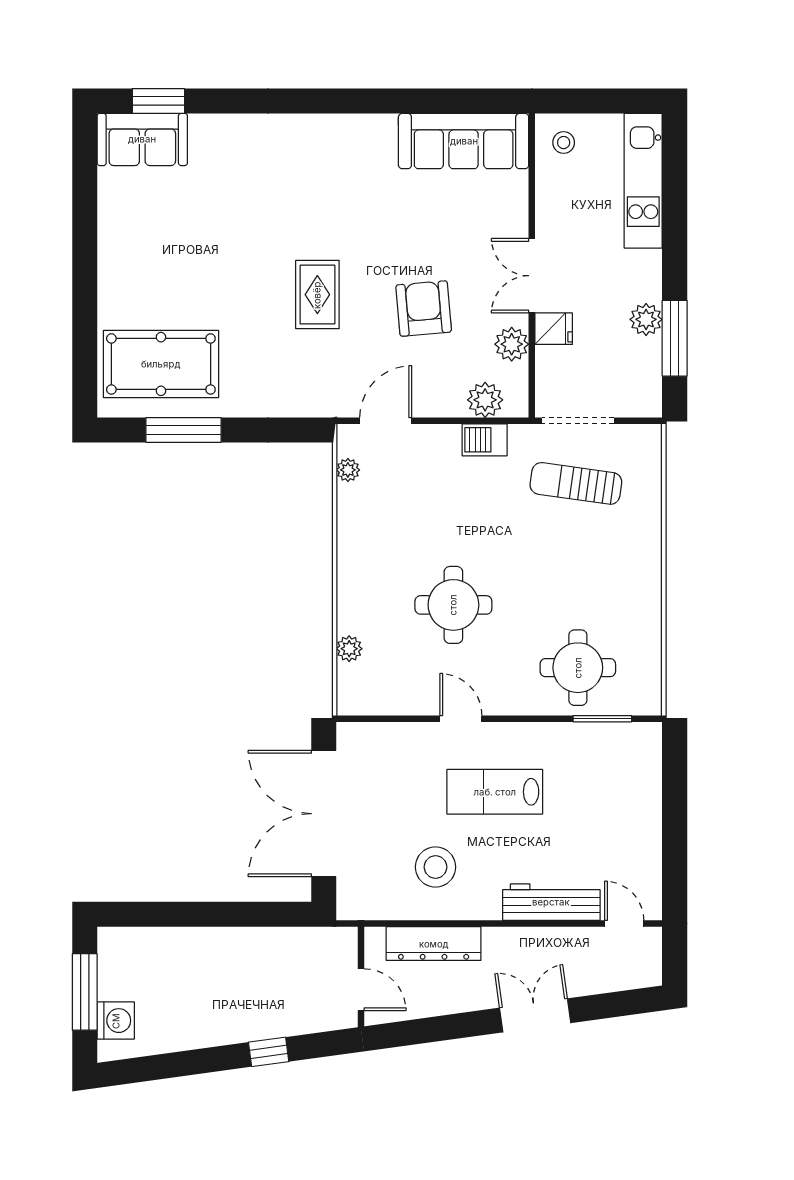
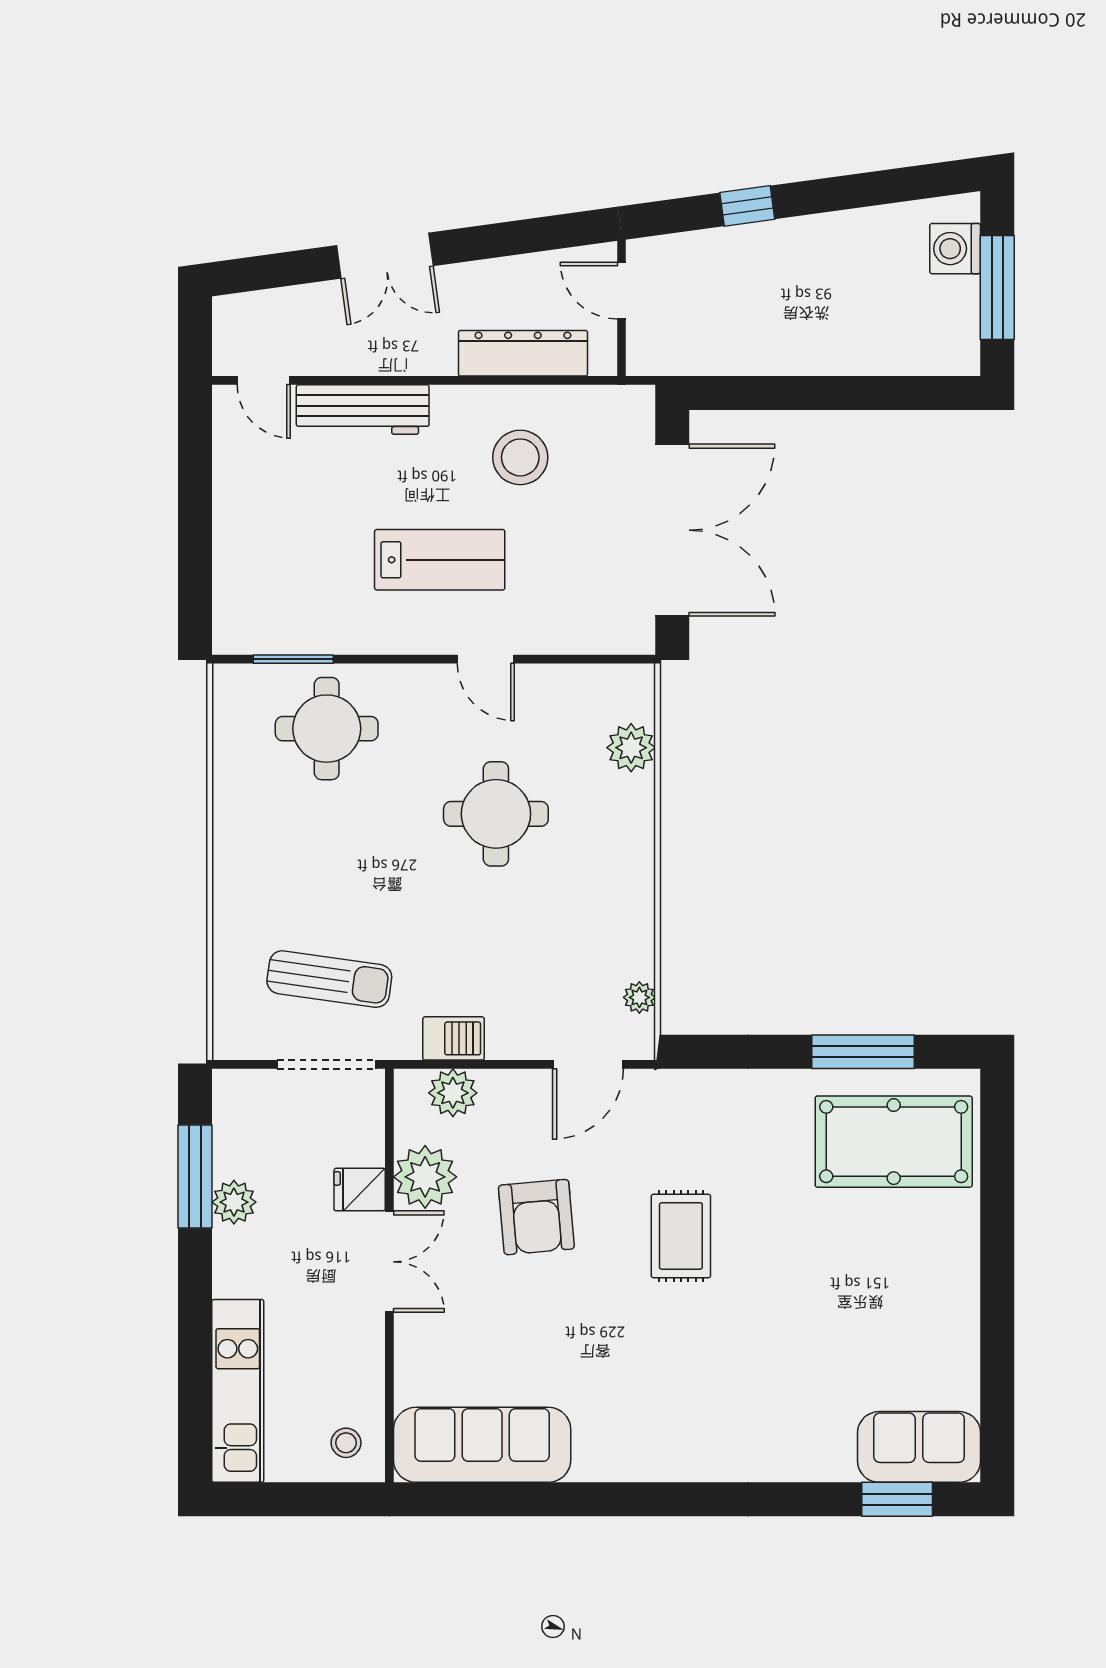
plant: (512, 344) -> (425, 1177), width x1.36, depth x1.36
plant: (349, 649) -> (631, 748), width x1.38, depth x1.38

